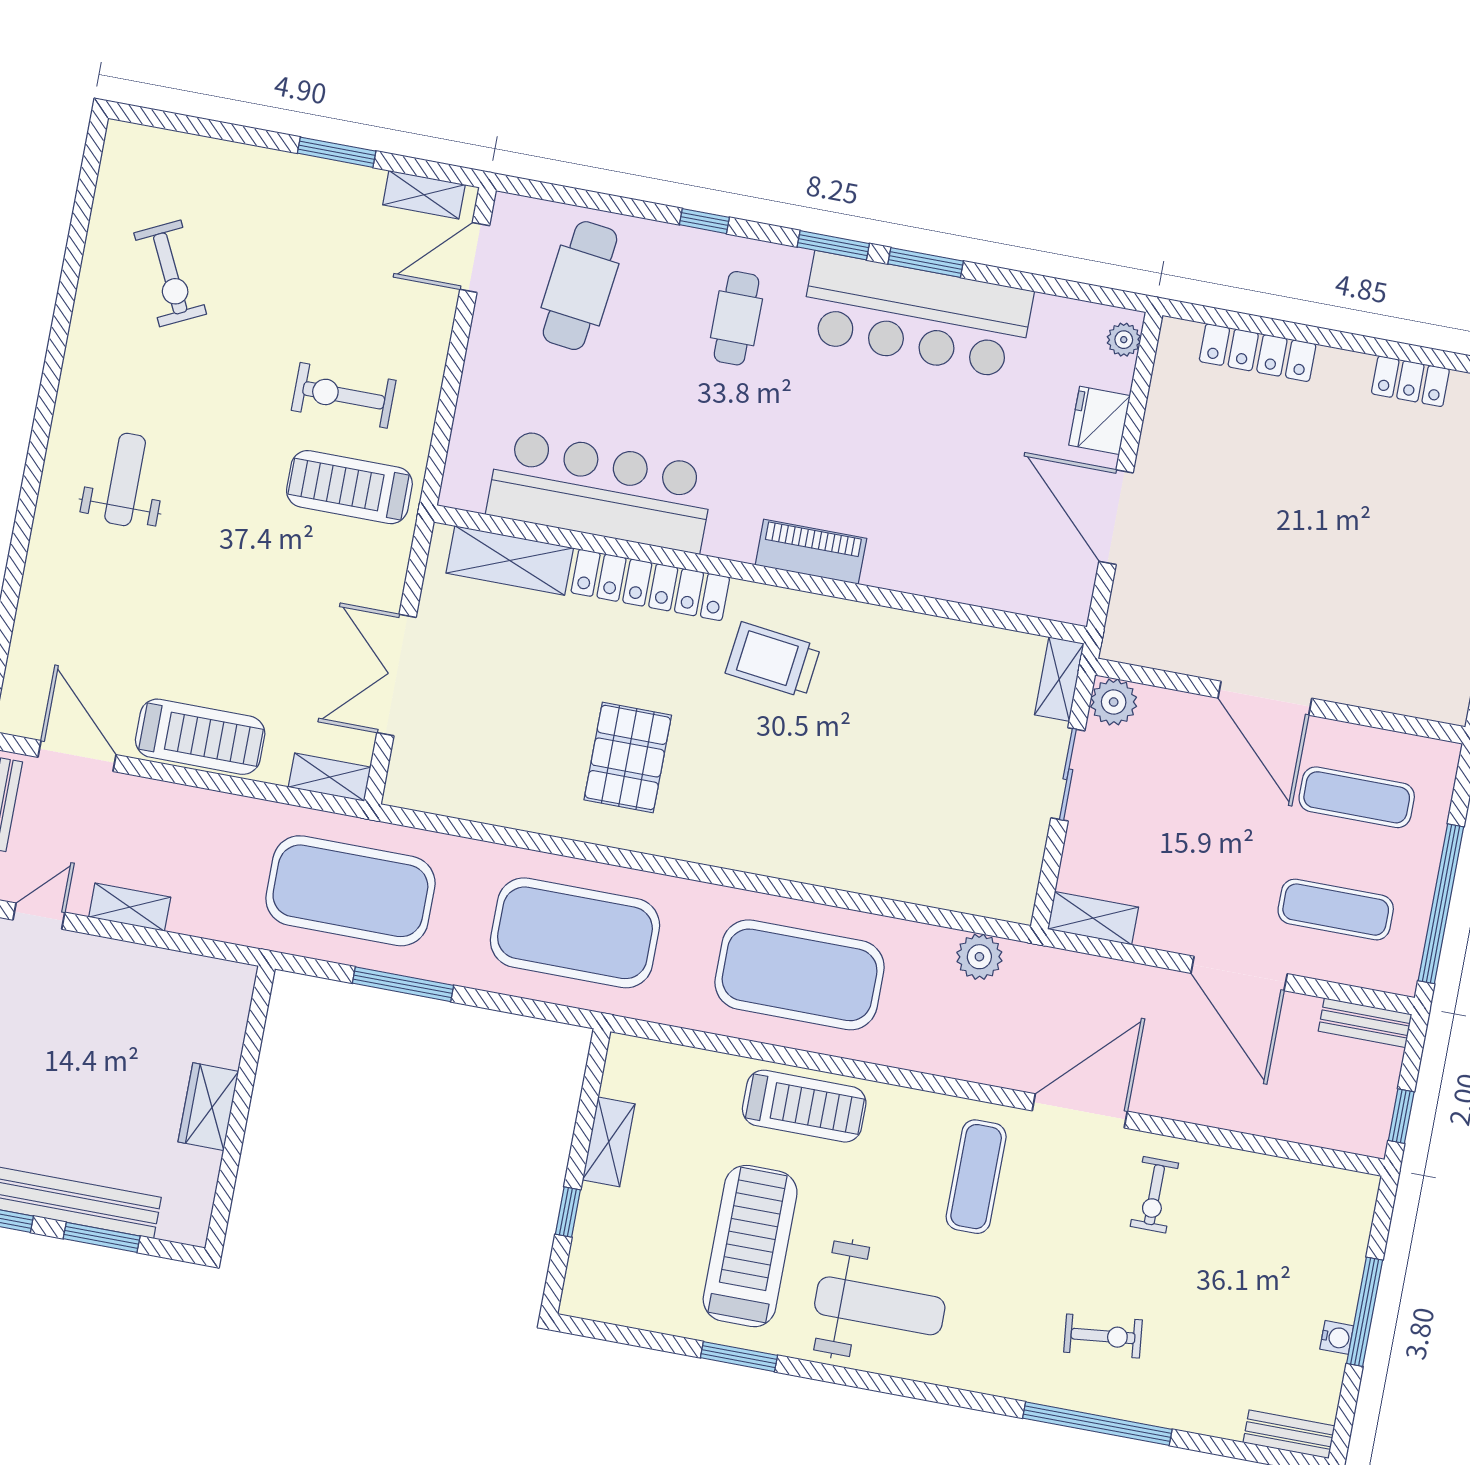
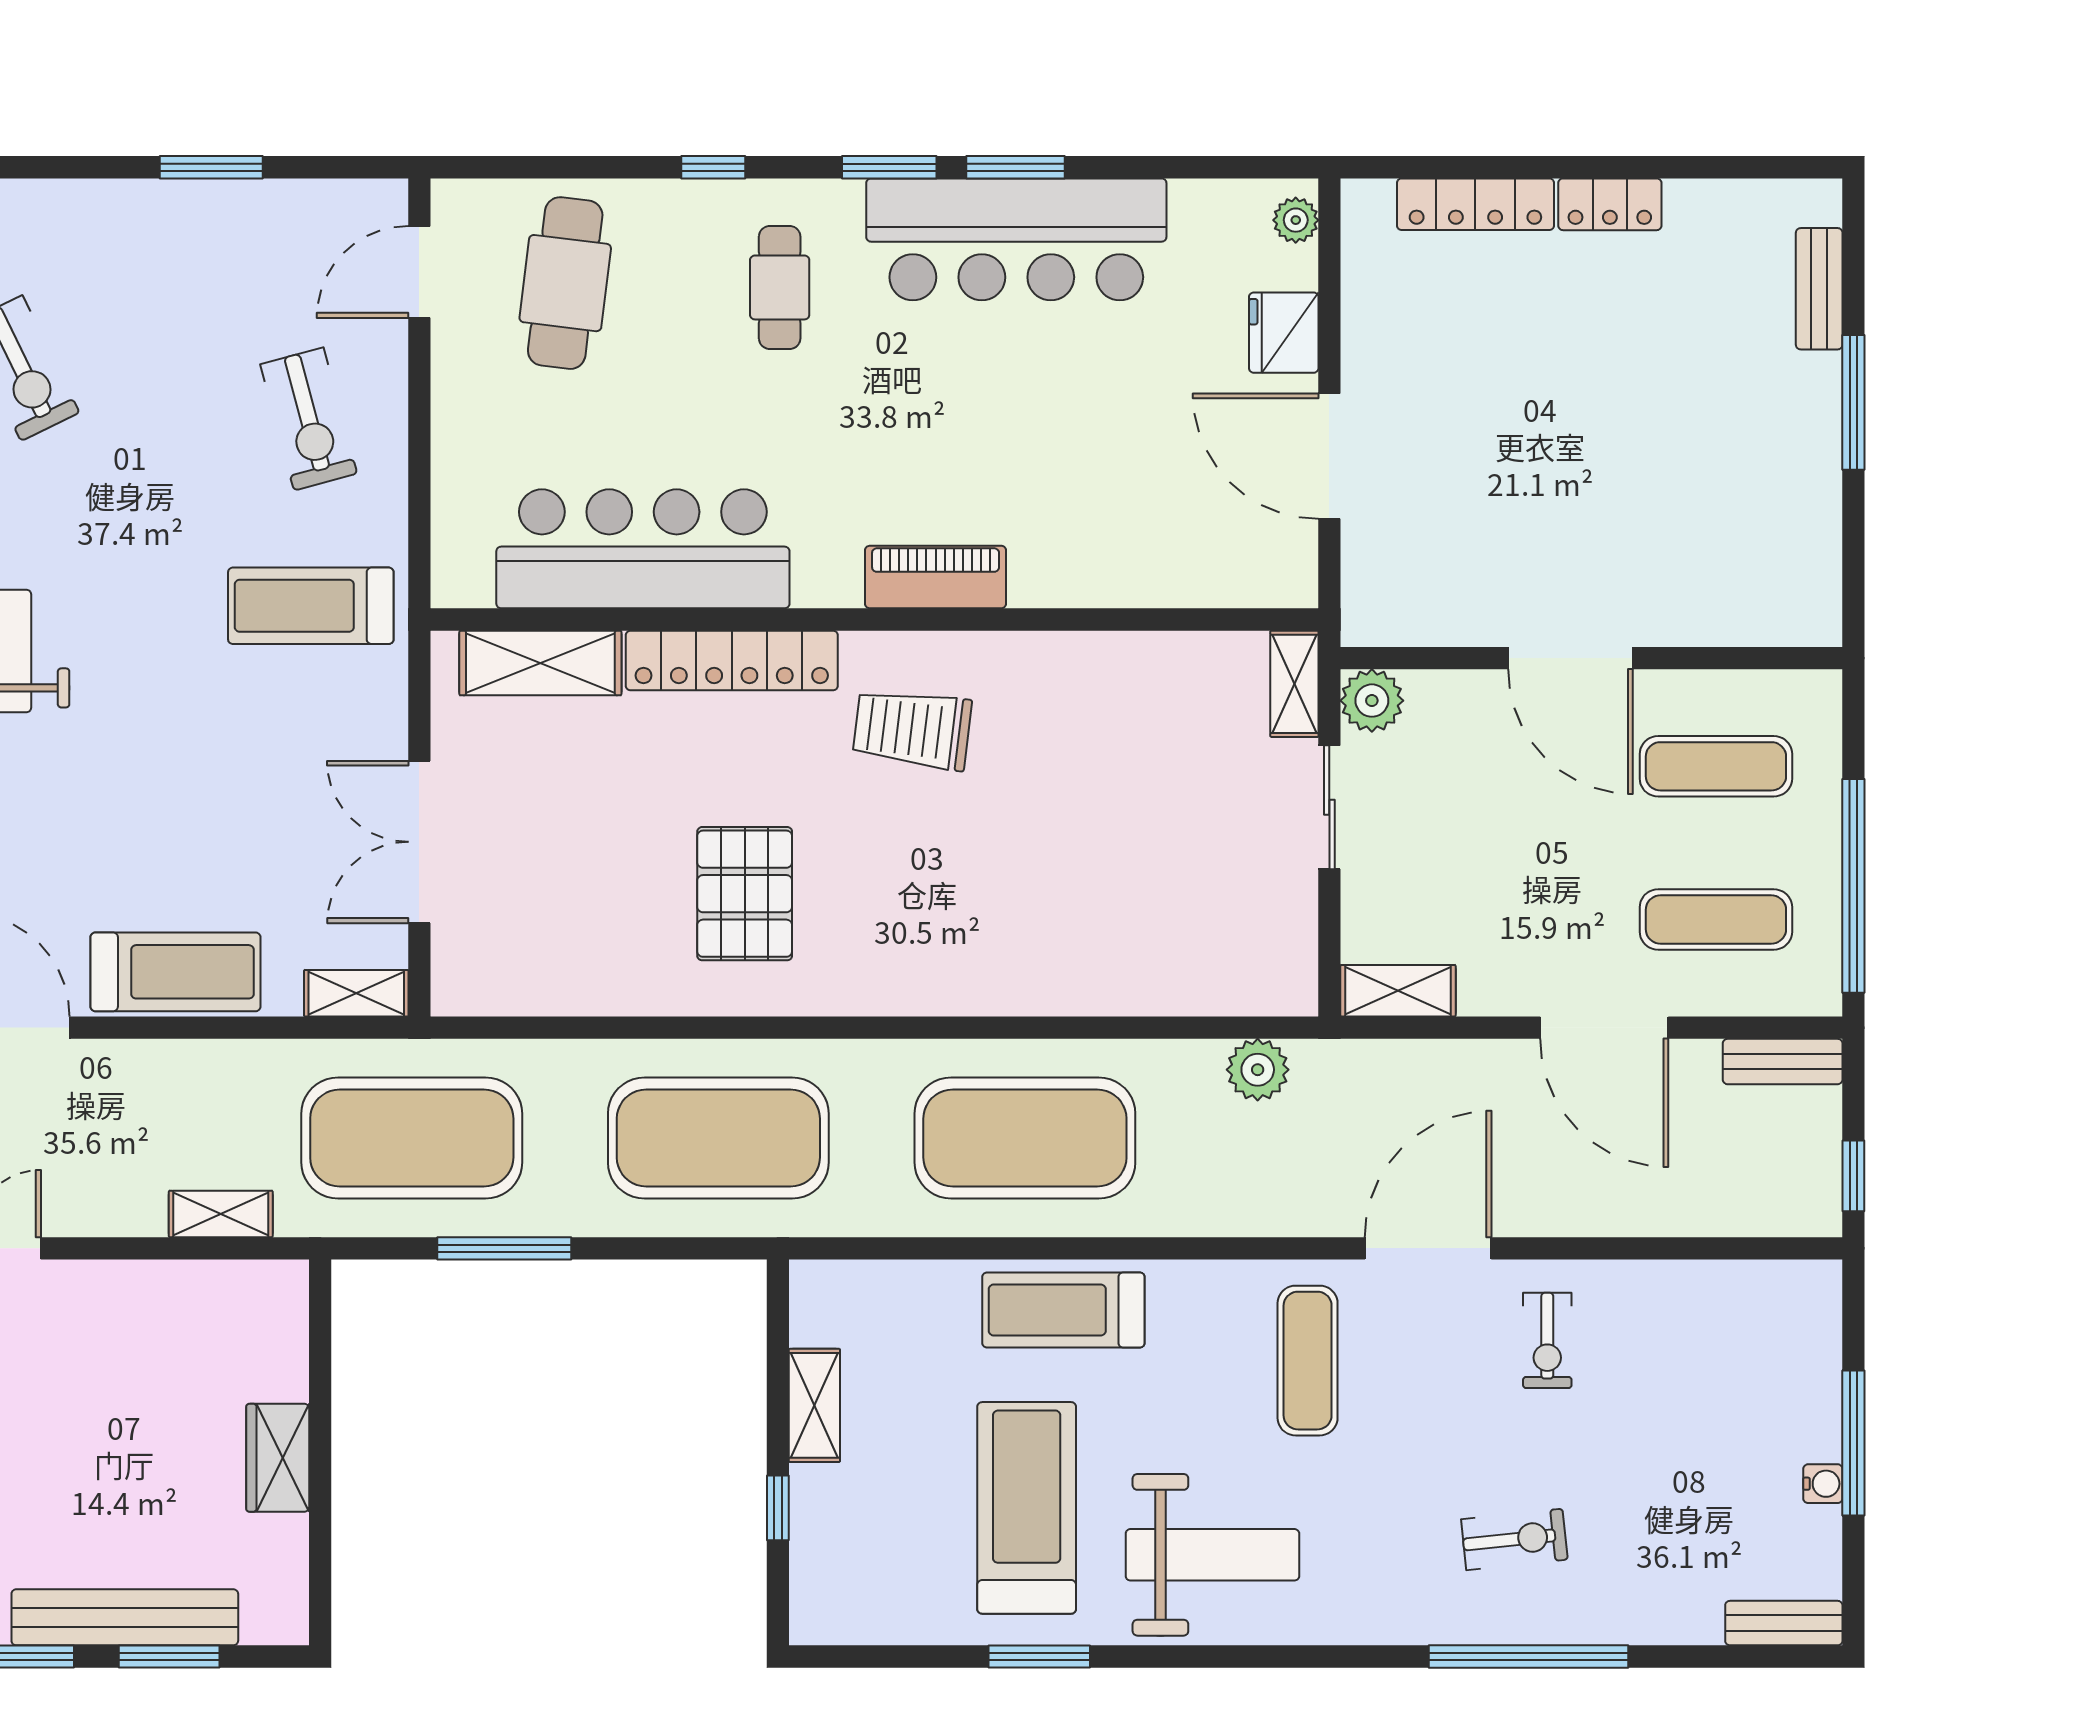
shelving: (424, 195) -> (337, 202), removed
locker: (1410, 381) -> (1610, 204), moved
exercise bike: (344, 395) -> (309, 419), moved, turned -105
shelving: (130, 907) -> (221, 1214), moved
treadmill: (804, 1106) -> (1063, 1310), turned 180

